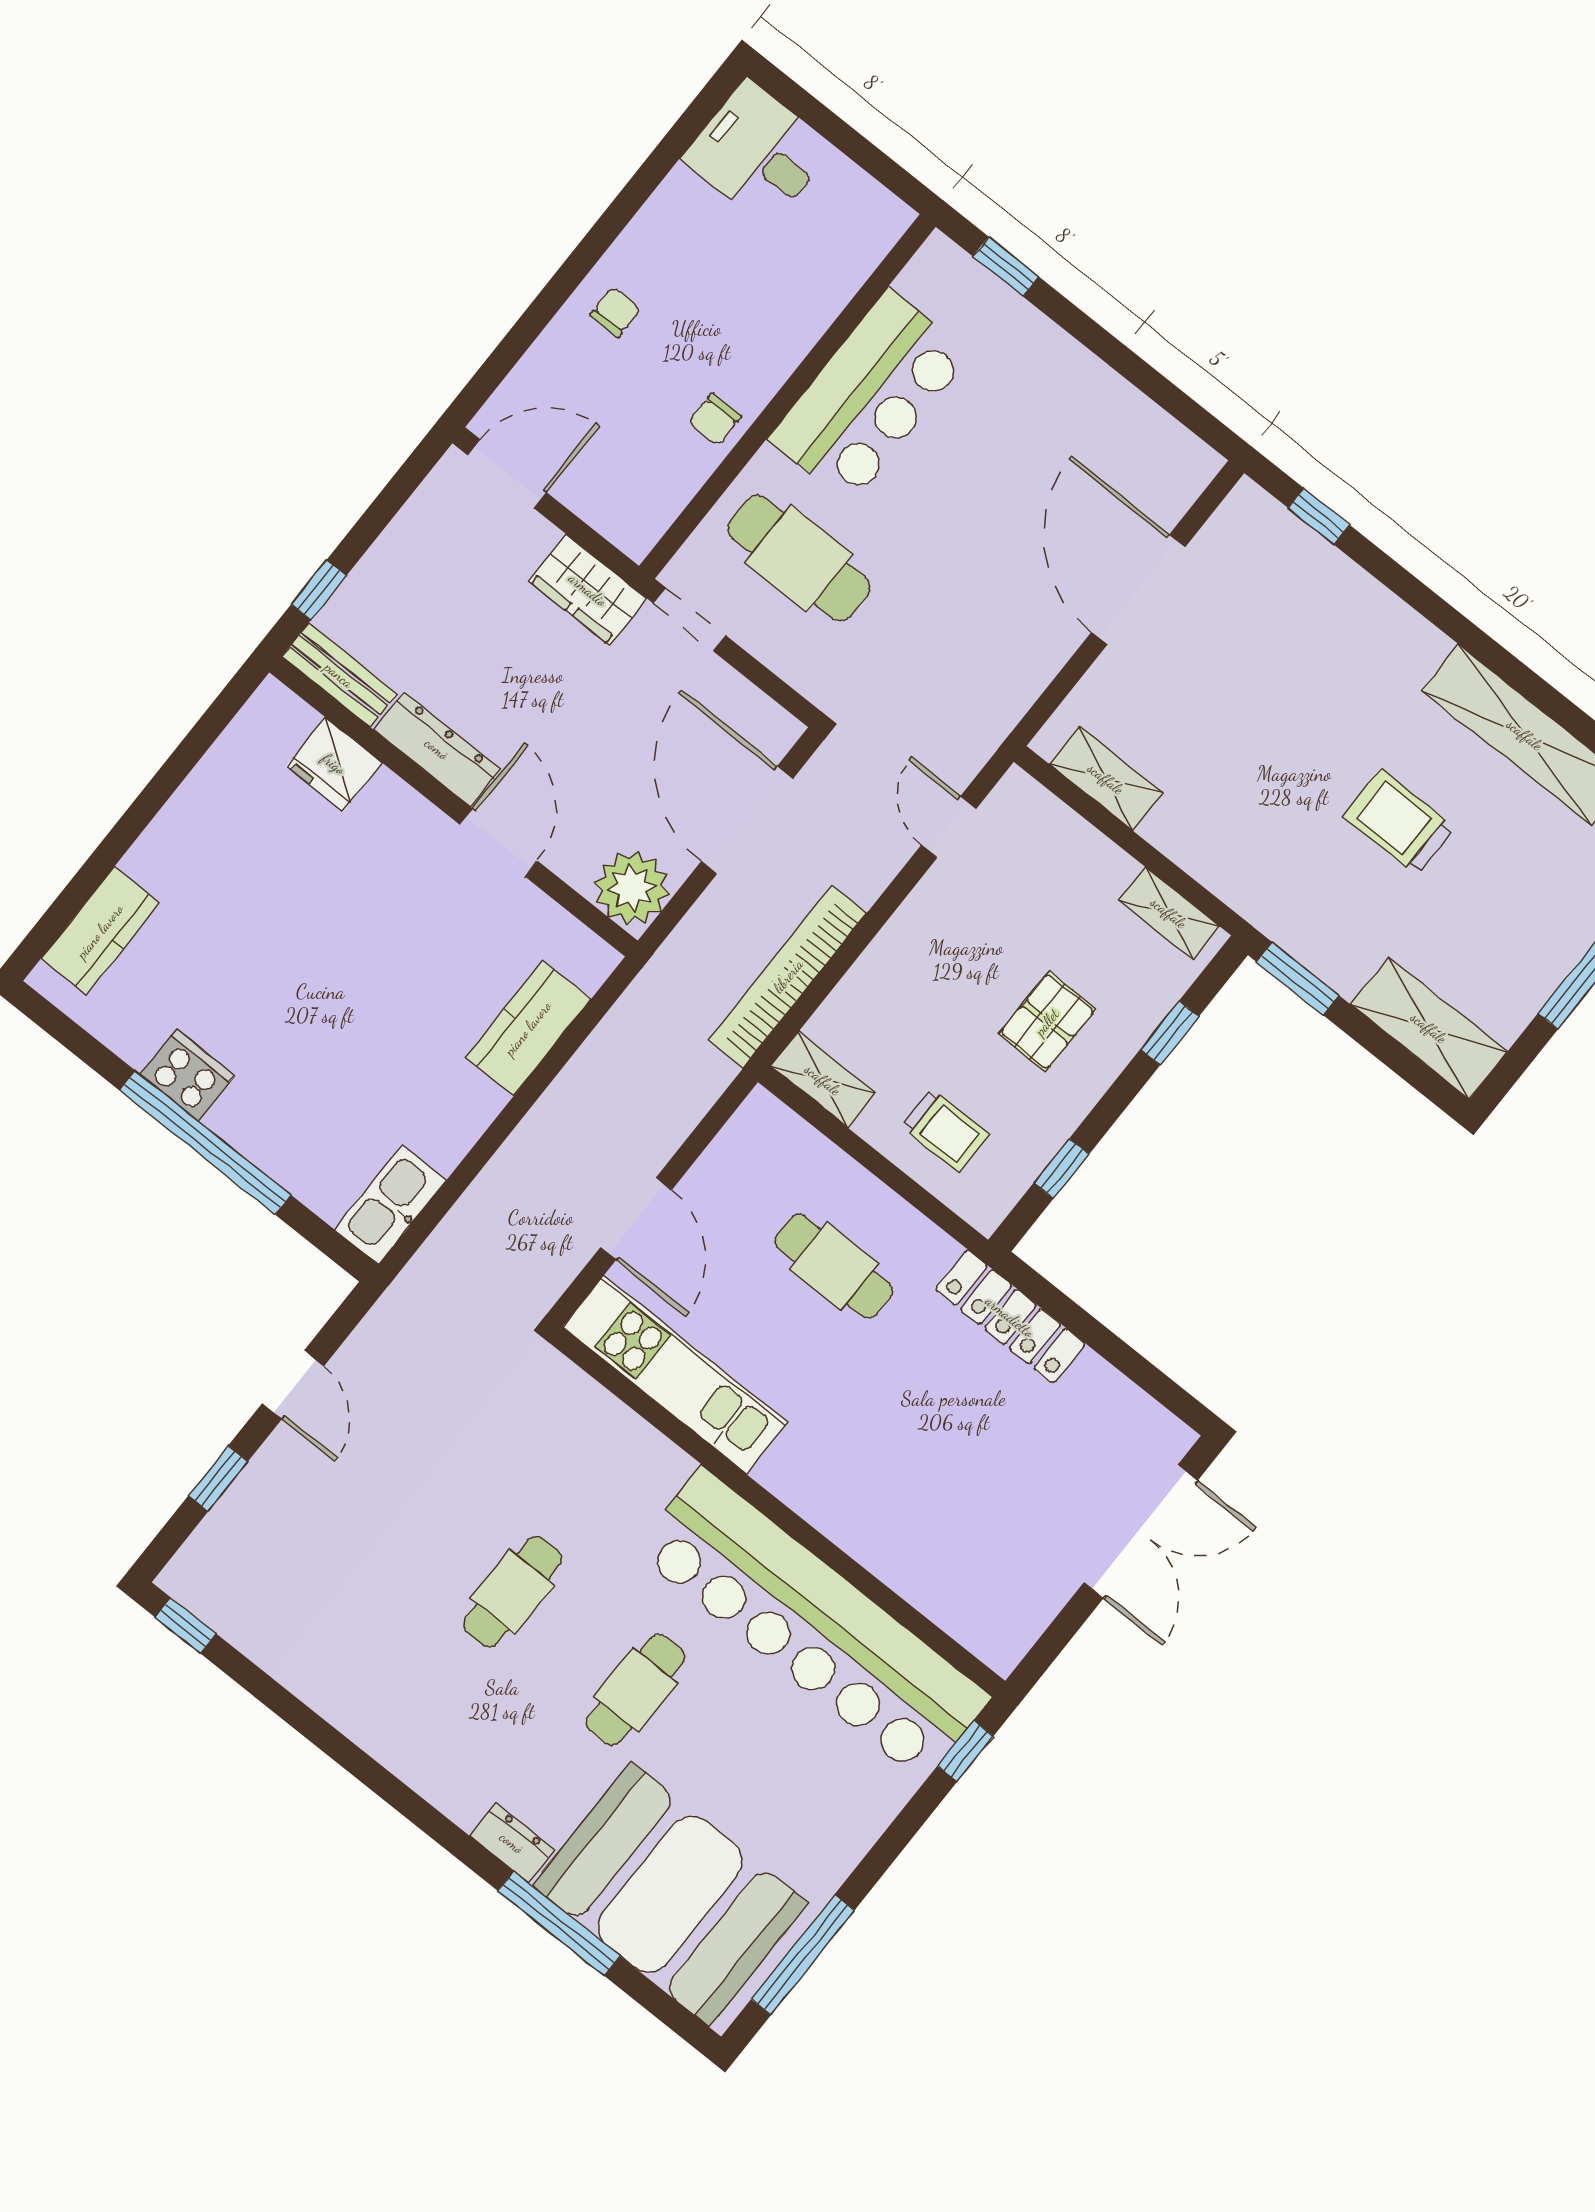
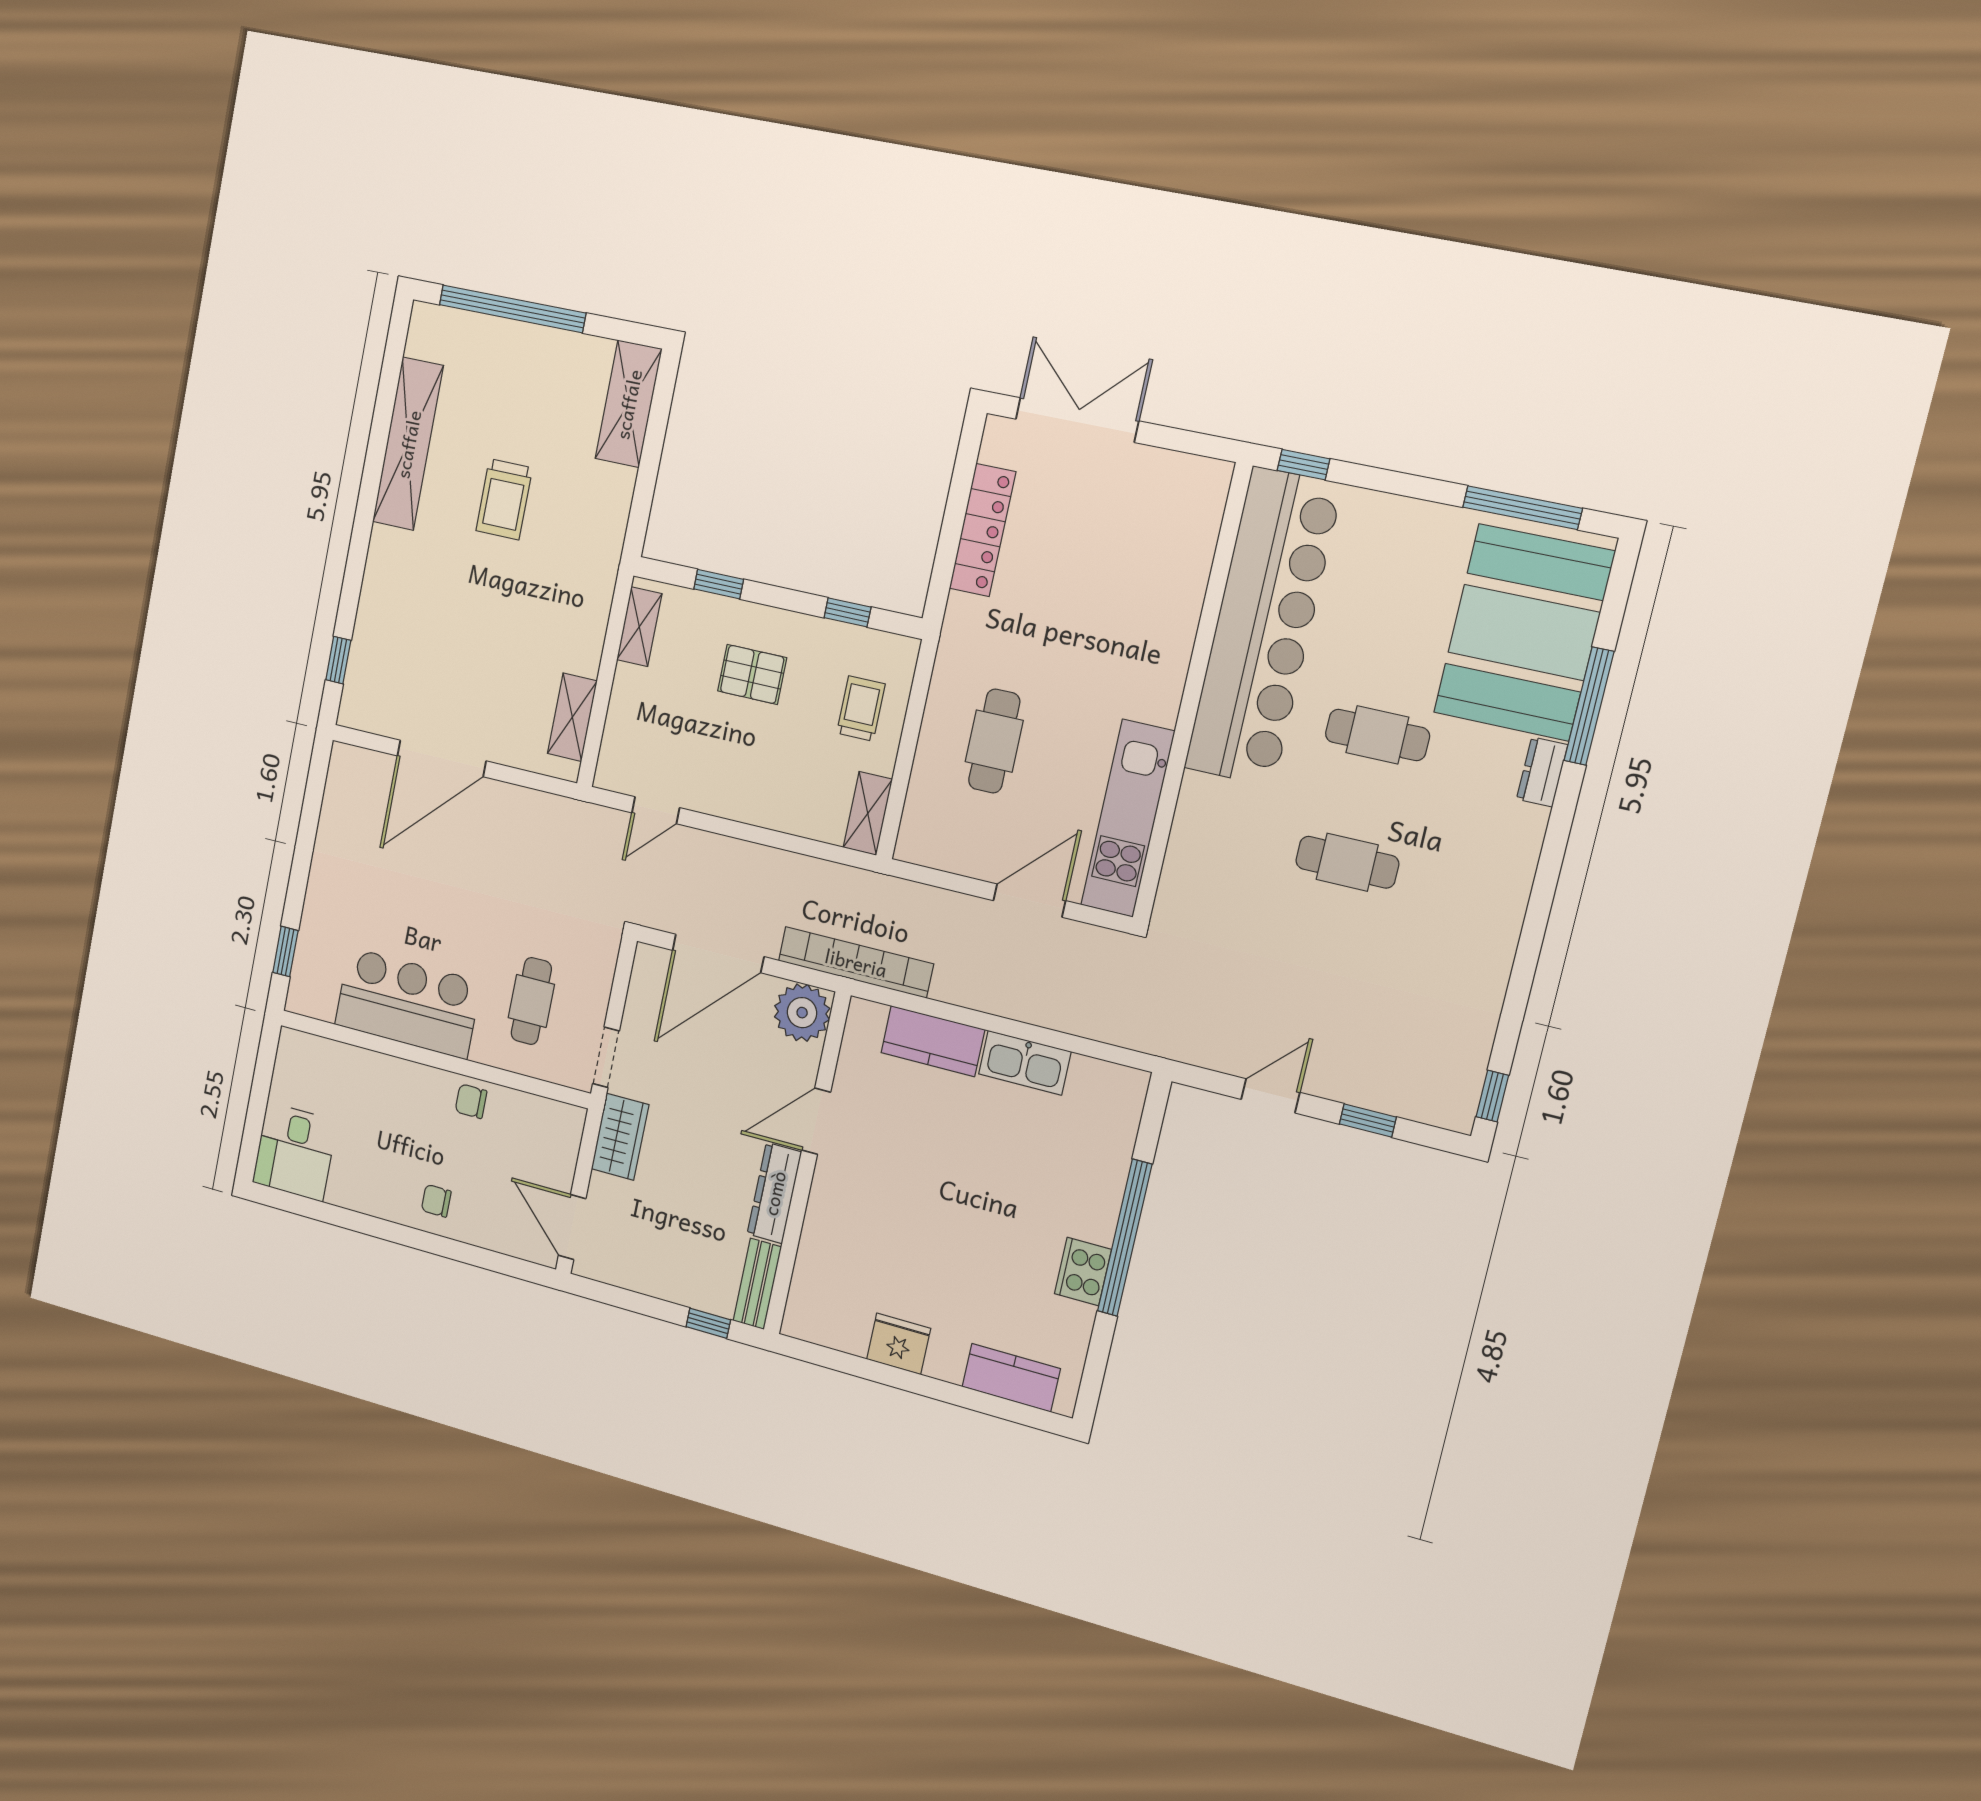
chair: (715, 419) -> (471, 1101), turned 180
cafe table: (799, 558) -> (531, 1001), width x0.73, depth x0.74
fridge: (334, 764) -> (899, 1344), moved, turned -90
bookcase: (788, 976) -> (856, 962), moved, turned 180
window: (1298, 979) -> (640, 514), removed
kitchen sink: (390, 1205) -> (1025, 1063), moved
locker: (1010, 1317) -> (982, 530), moved

